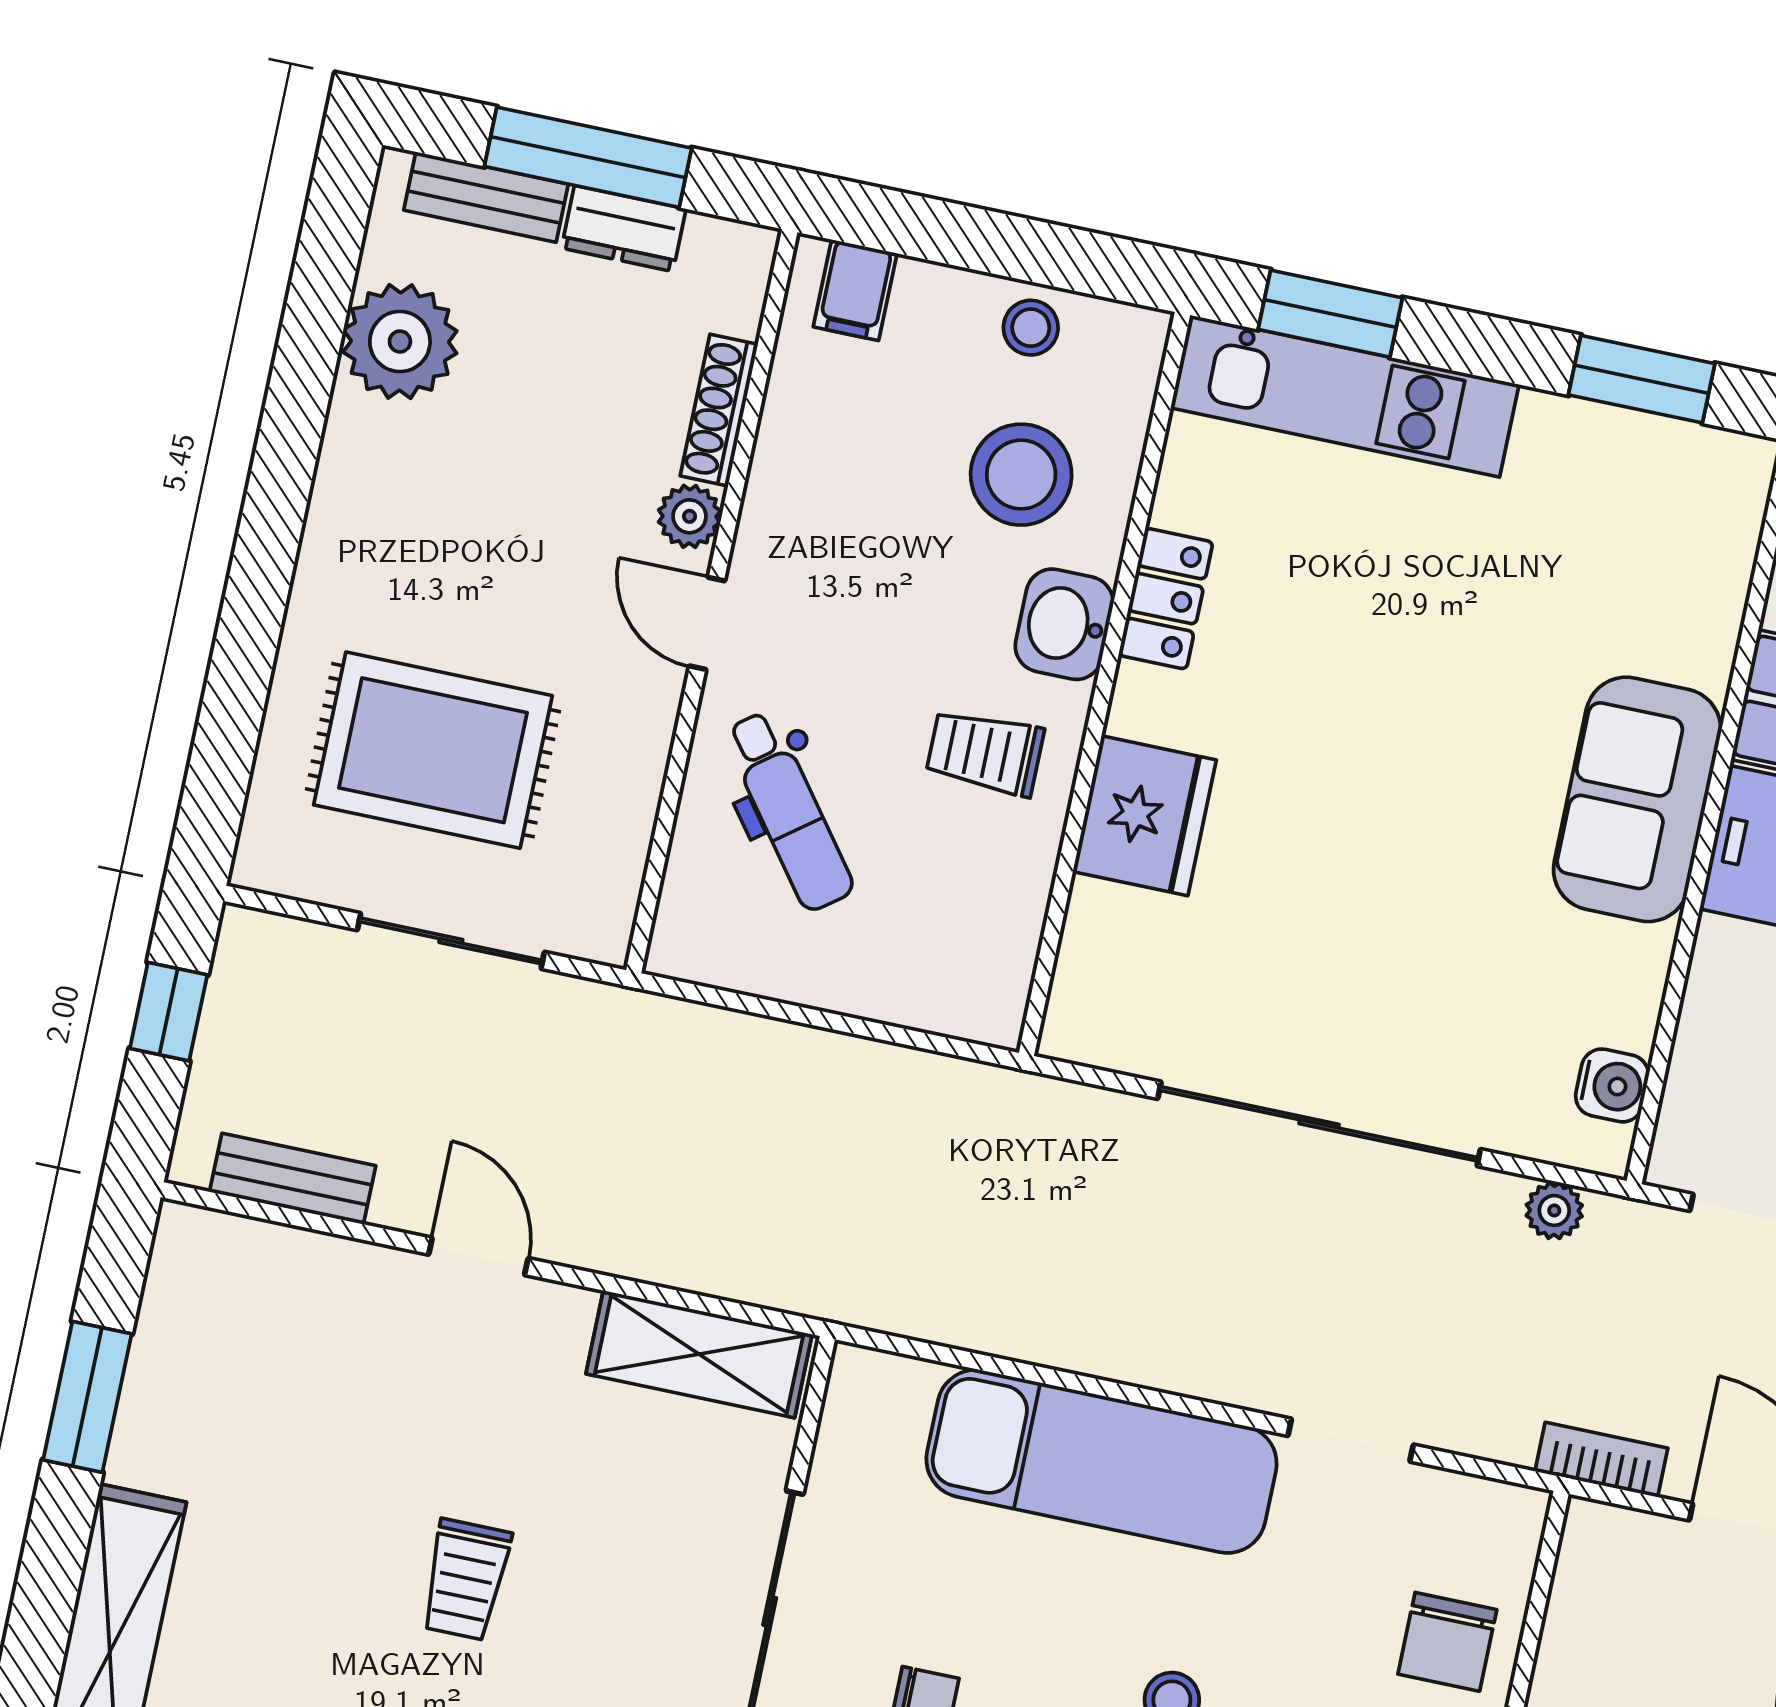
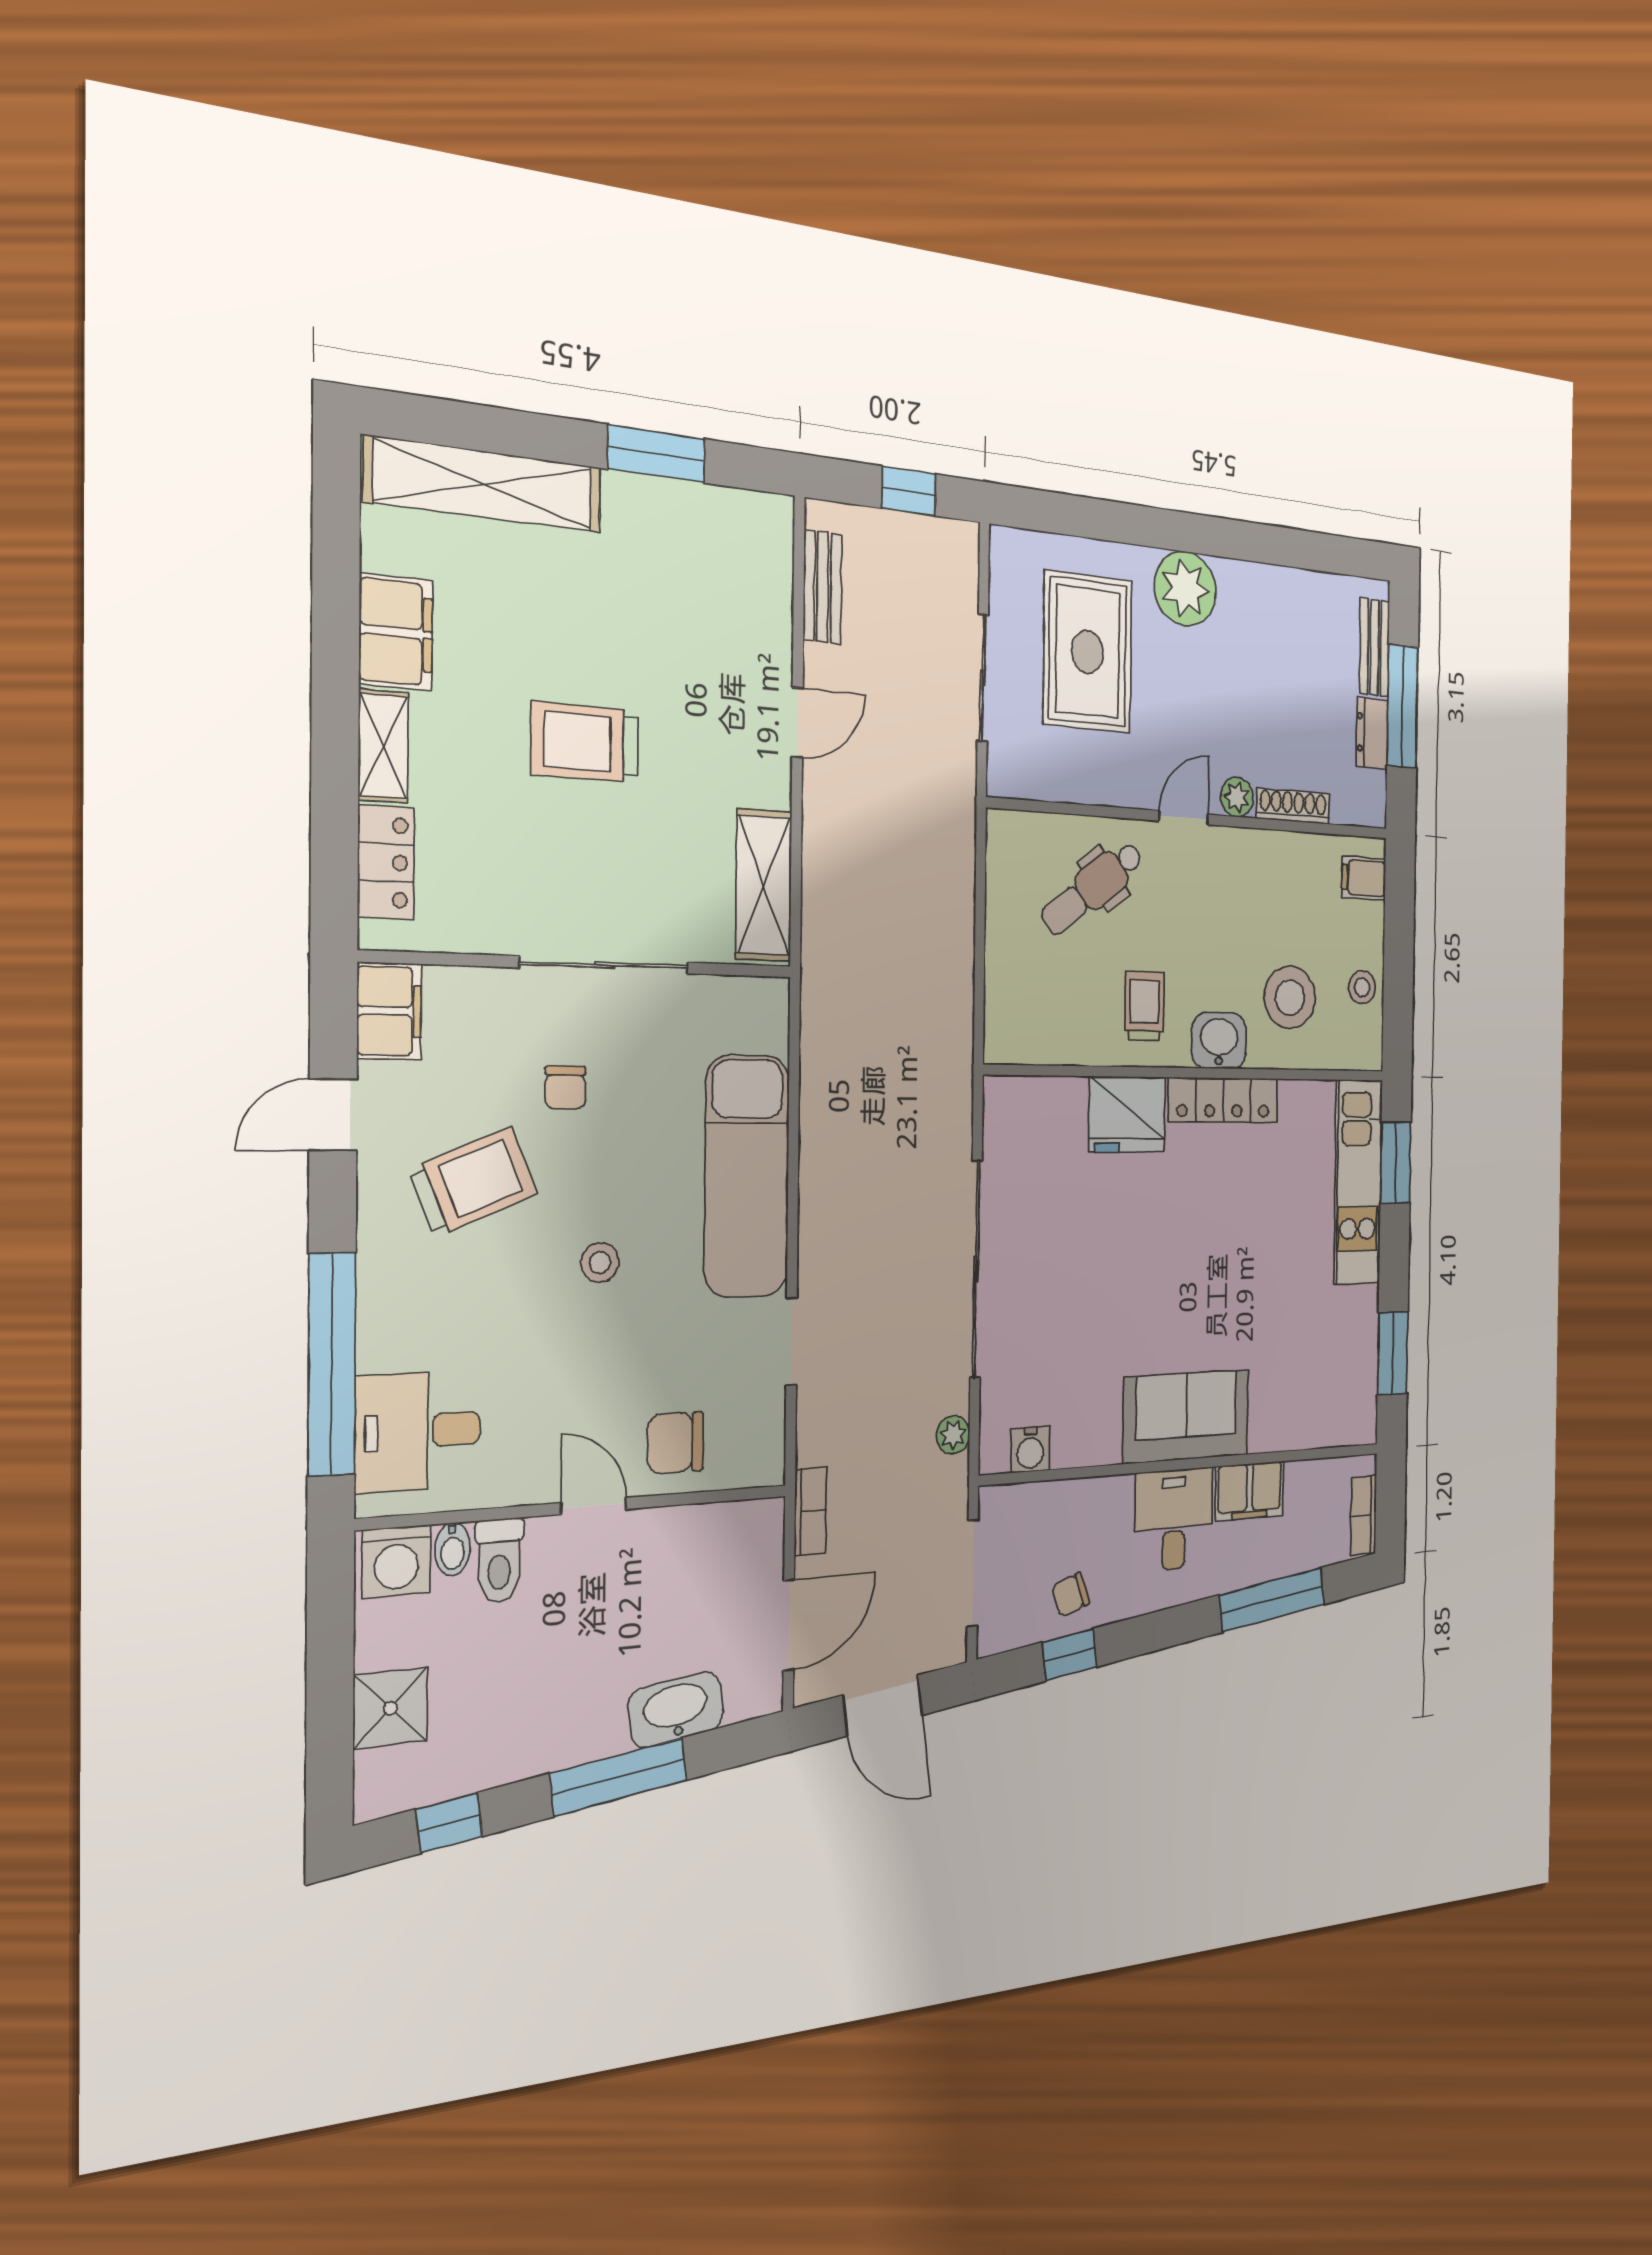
plant: (400, 341) -> (1185, 589), moved
locker: (1166, 599) -> (1223, 1100), width x1.53
trolley: (466, 1580) -> (585, 742), width x1.36, depth x1.39

